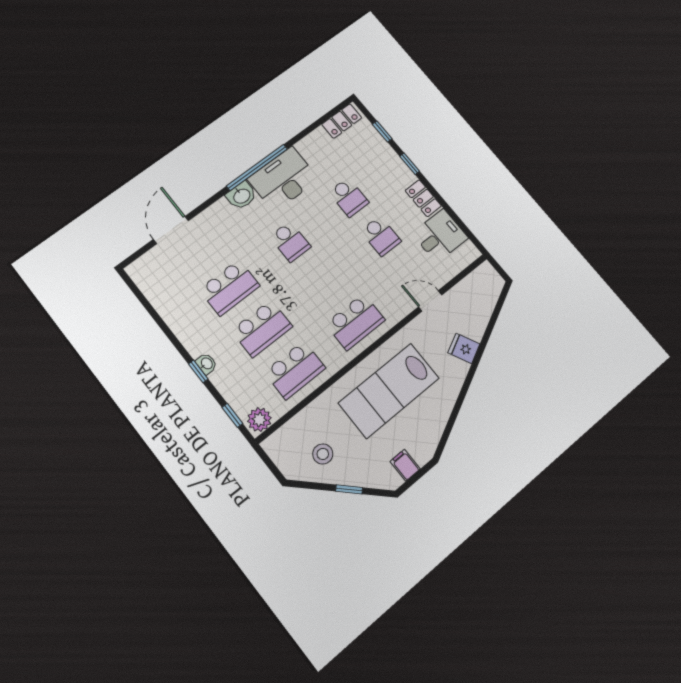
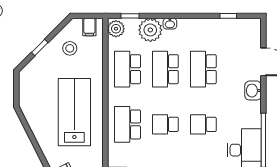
washbasin: (241, 196) -> (253, 91), moved
school desk: (322, 281) -> (165, 124), added
window: (198, 371) -> (228, 16), moved
plant: (231, 380) -> (150, 30), added
filing cabinet: (405, 465) -> (89, 27), moved, turned 90

